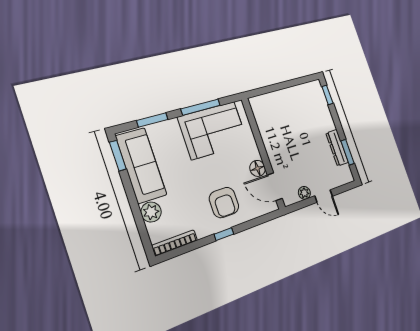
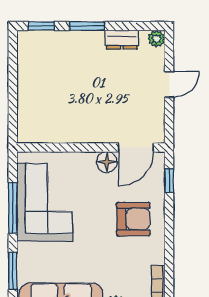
dresser: (337, 148) -> (122, 40), width x0.70
window: (348, 152) -> (87, 26), moved
plant: (304, 193) -> (156, 39), moved
window: (224, 234) -> (169, 180), moved

